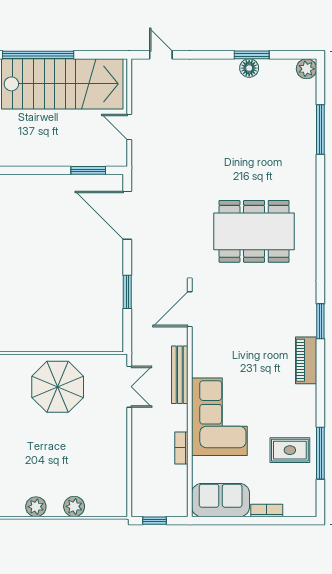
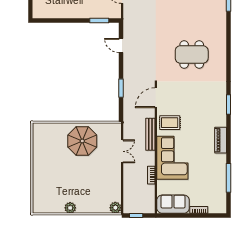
door: (127, 215) -> (121, 45), width x0.53
dining table: (254, 231) -> (192, 54), width x0.73, depth x0.80
piano: (306, 360) -> (221, 140), moved
double door: (129, 387) -> (122, 151), moved
rug: (290, 450) -> (170, 123), moved
plant: (74, 506) -> (115, 208), moved

